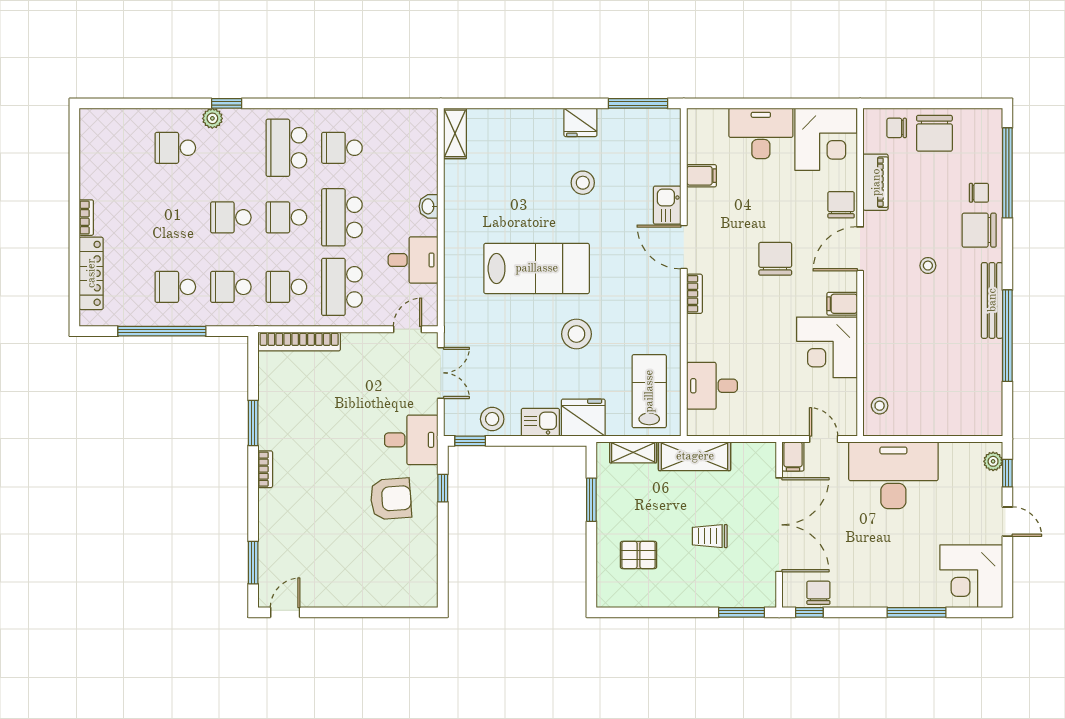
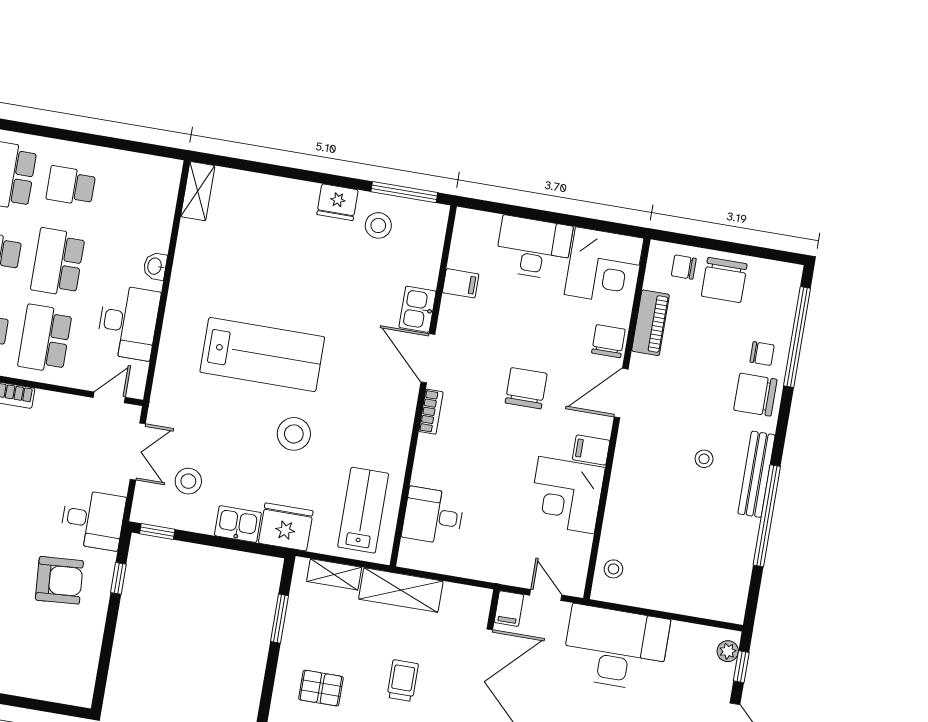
stool: (583, 183) -> (378, 225), moved
desk: (413, 260) -> (128, 322), width x1.37
stool: (928, 266) -> (704, 459), moved
stool: (492, 419) -> (188, 481), moved
trolley: (710, 536) -> (403, 681), turned 90

